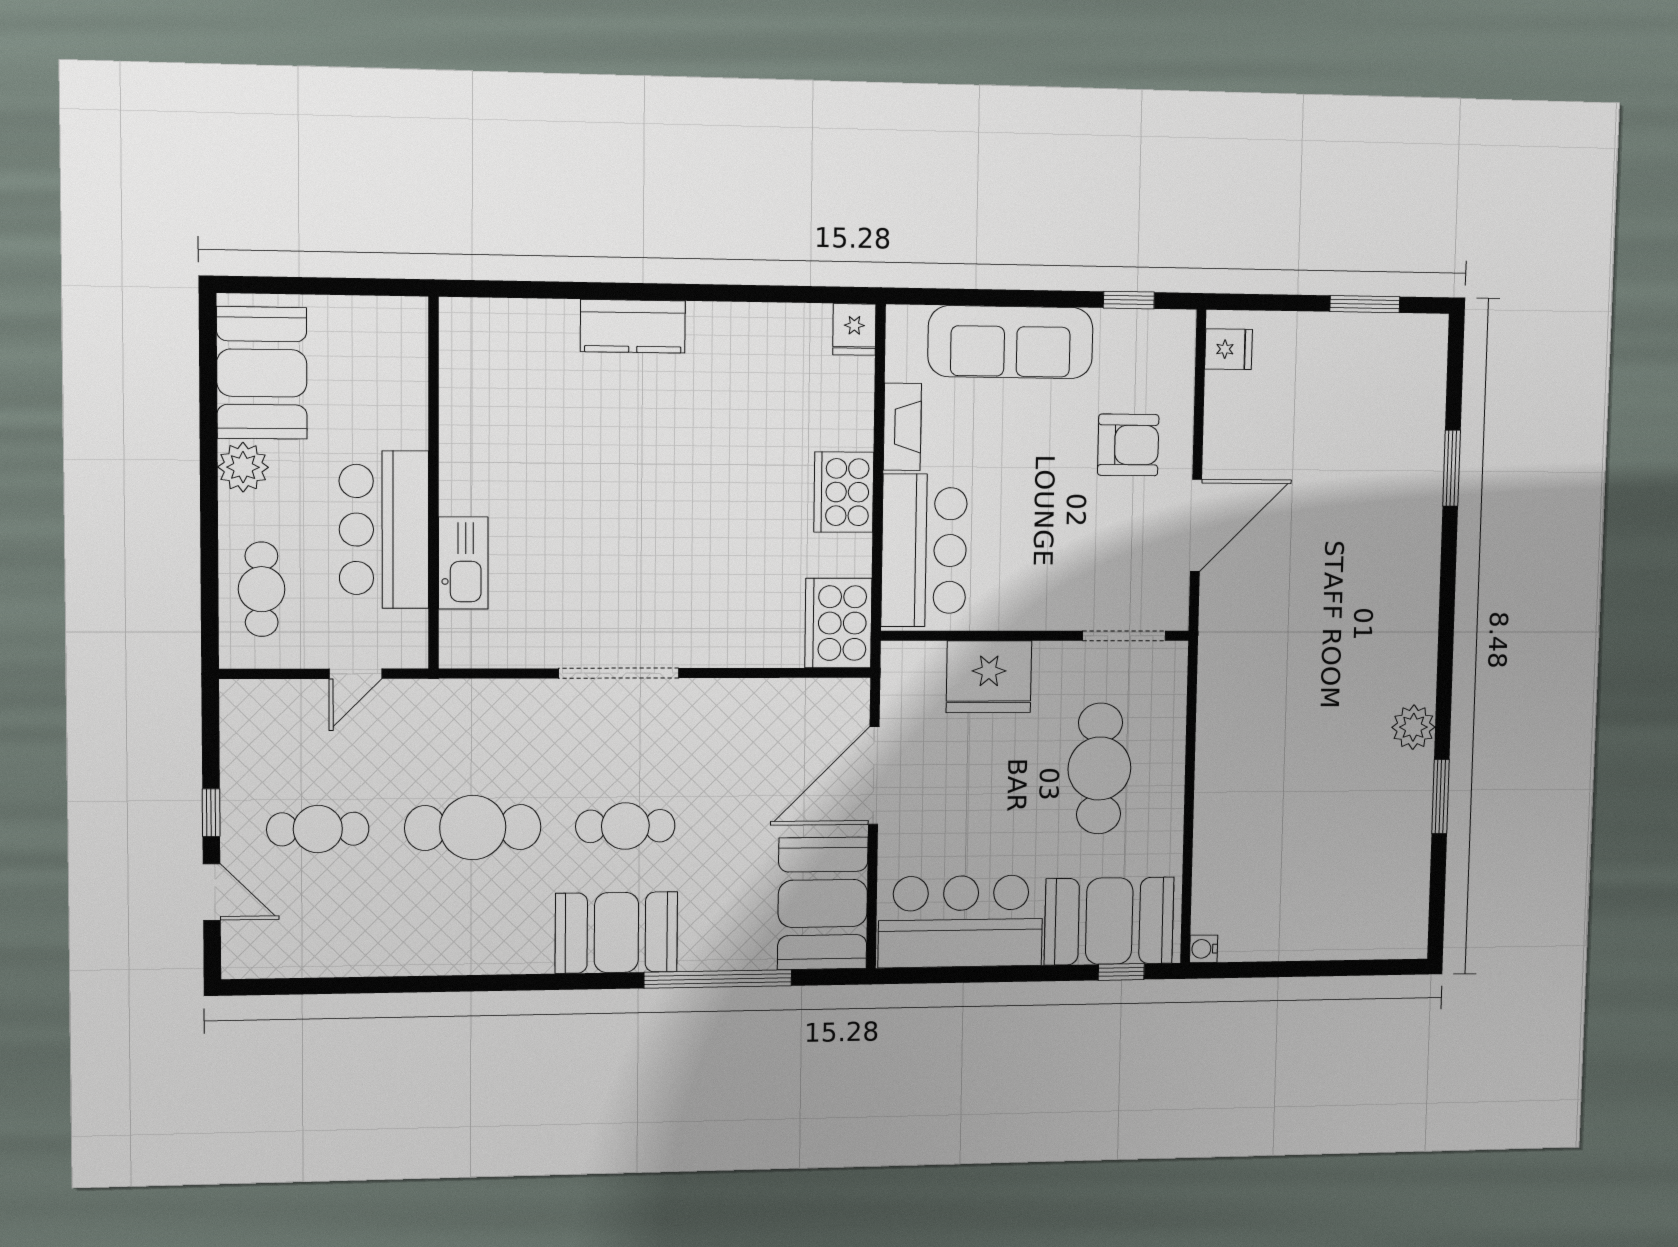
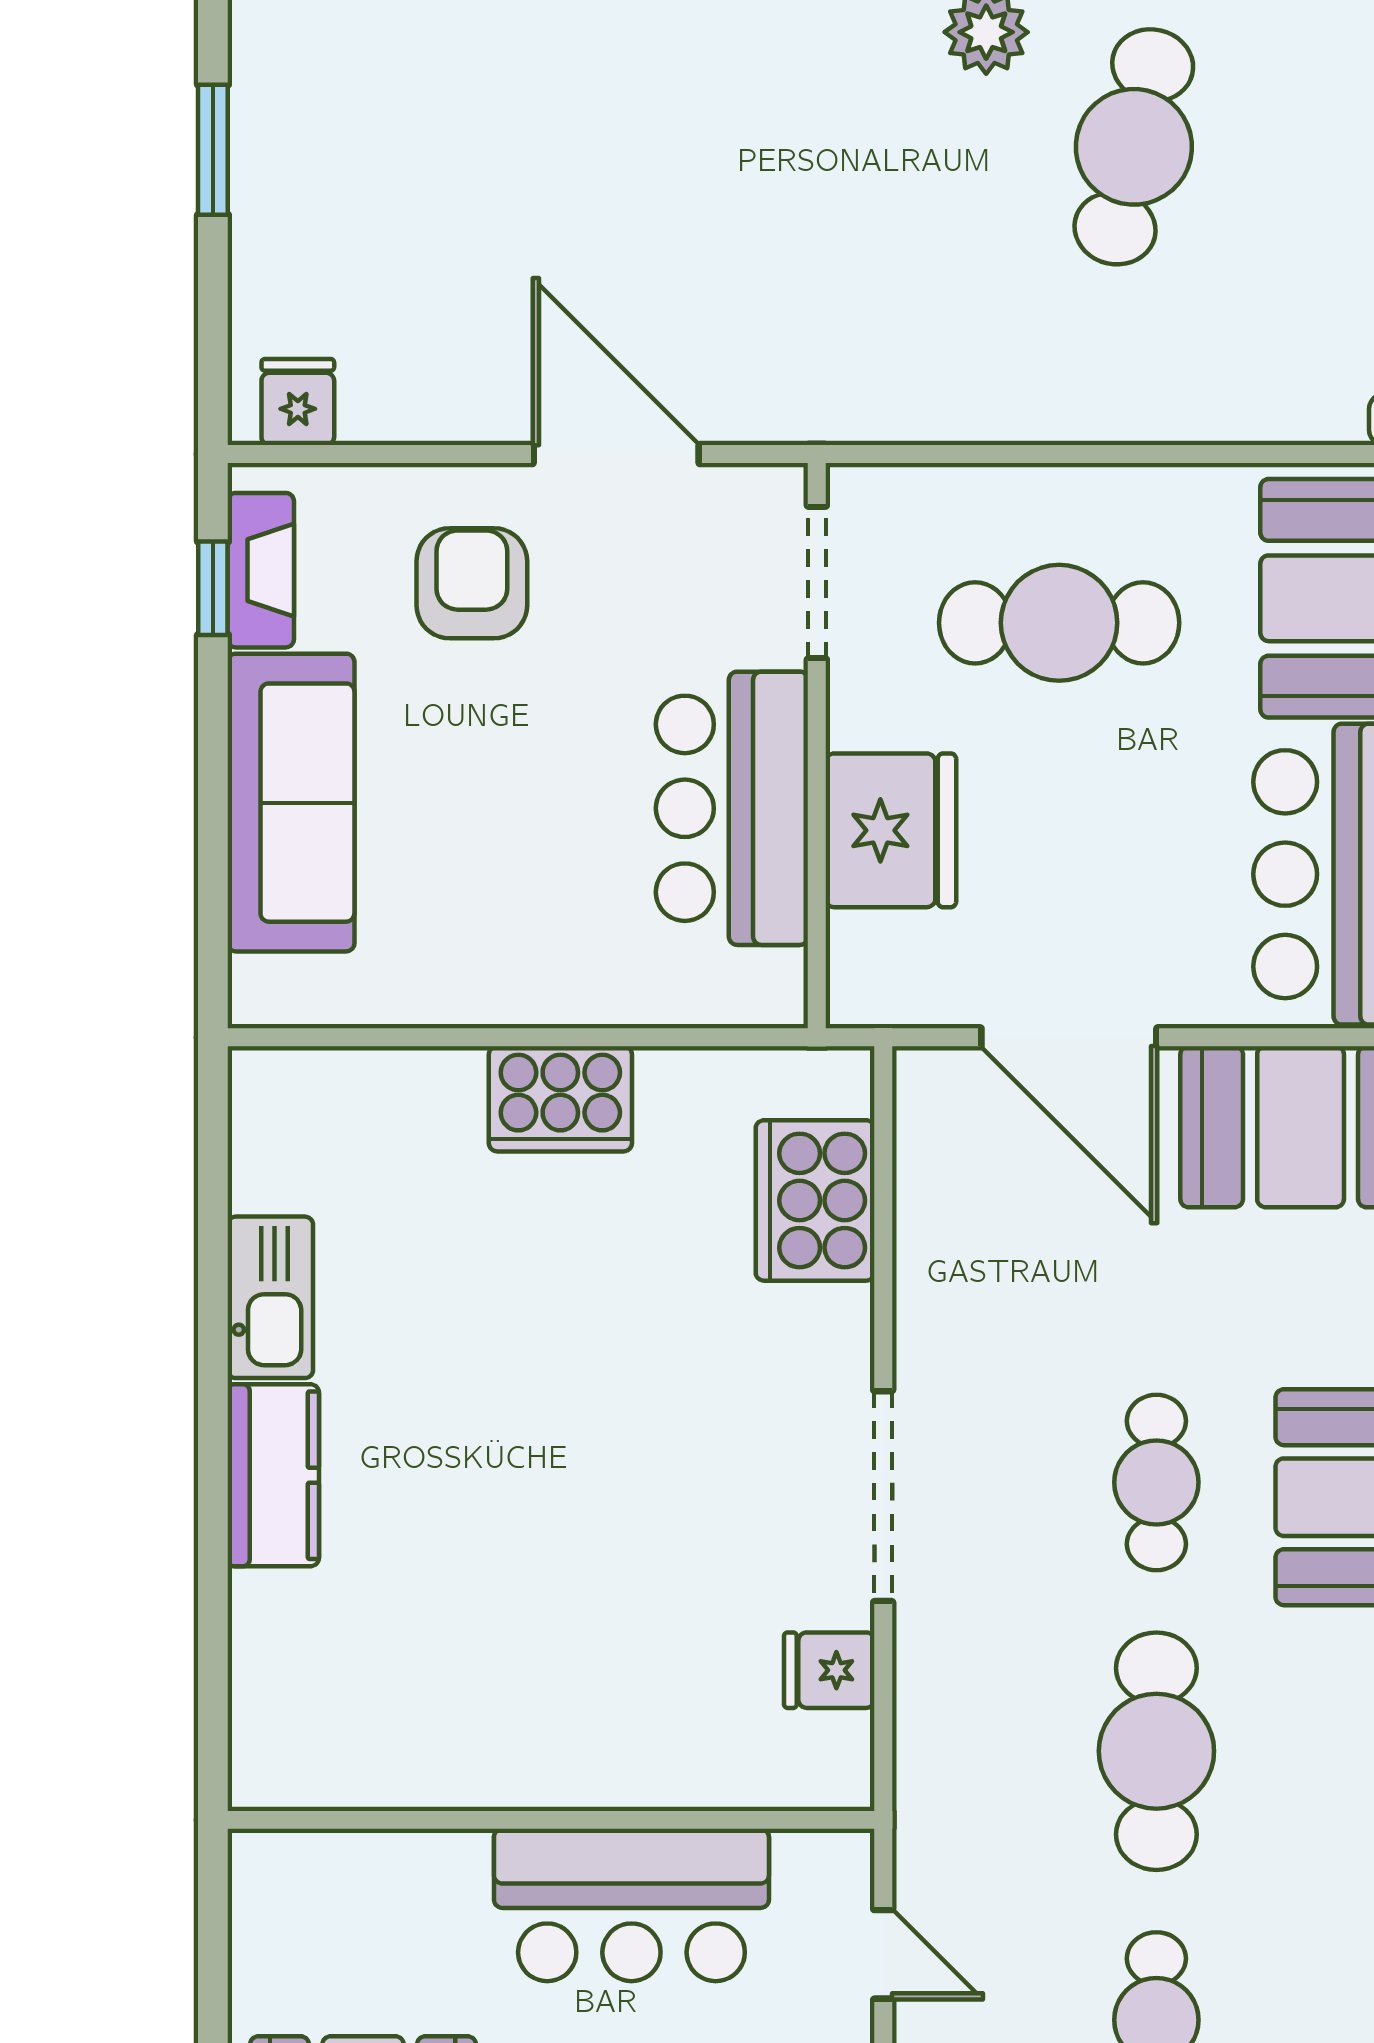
fridge: (854, 329) -> (829, 1670), moved, turned 180
fireplace: (902, 427) -> (261, 570), moved, turned 90
bar counter: (924, 550) -> (732, 808), moved, turned -90
kitchen sink: (463, 563) -> (270, 1297), moved, turned 90
cooker: (838, 623) -> (815, 1200), moved, turned 90
cafe table: (1351, 807) -> (1134, 147), added

